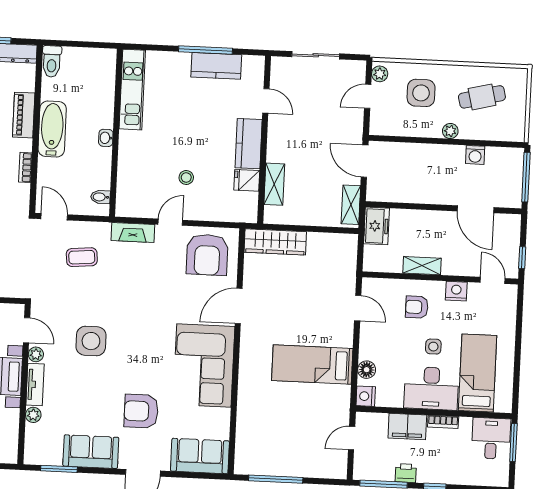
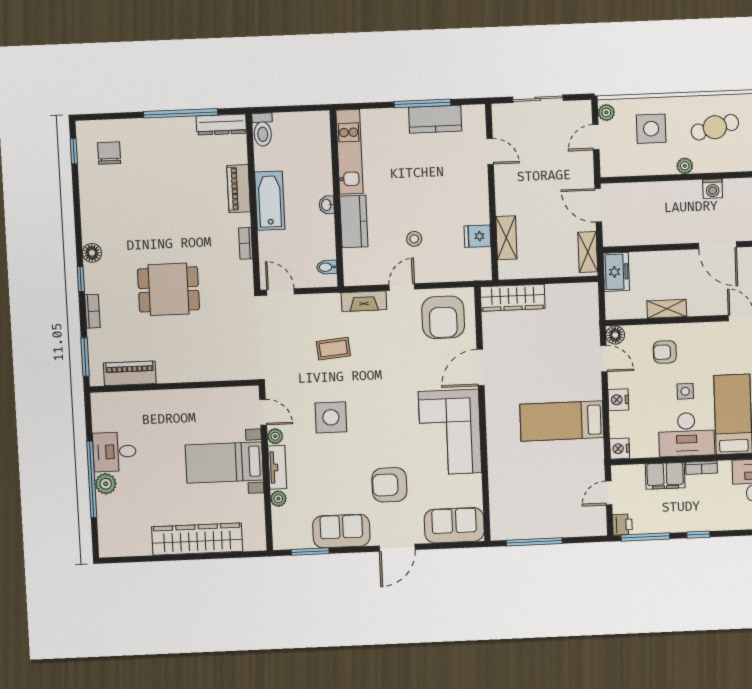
kitchen counter: (249, 144) -> (354, 221), moved, turned 180
coffee table: (82, 257) -> (333, 349), moved
nightstand: (456, 291) -> (618, 400), moved, turned -90
floor lamp: (367, 370) -> (615, 335), moved
printer: (406, 473) -> (622, 525), moved, turned 90

